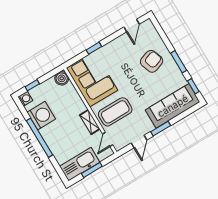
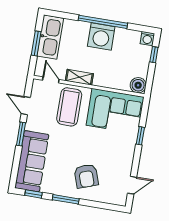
door: (132, 26) -> (132, 185), swing flipped
washing machine: (41, 116) -> (101, 37), moved

